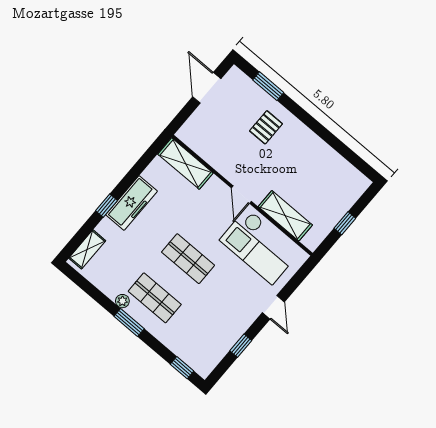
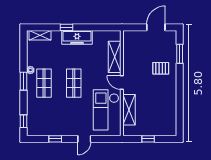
shelving: (185, 164) -> (115, 57), moved
door: (241, 195) -> (122, 83), hinge flipped

